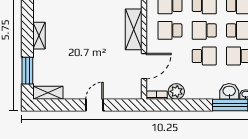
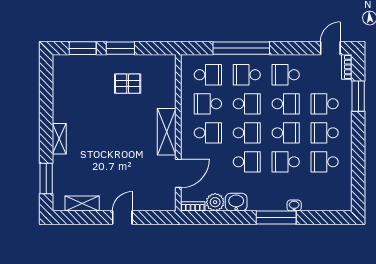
school desk: (170, 30) -> (208, 133), turned 180
school desk: (204, 30) -> (247, 133), turned 180
washbasin: (229, 91) -> (236, 202), moved
shelving: (48, 93) -> (82, 204), moved

